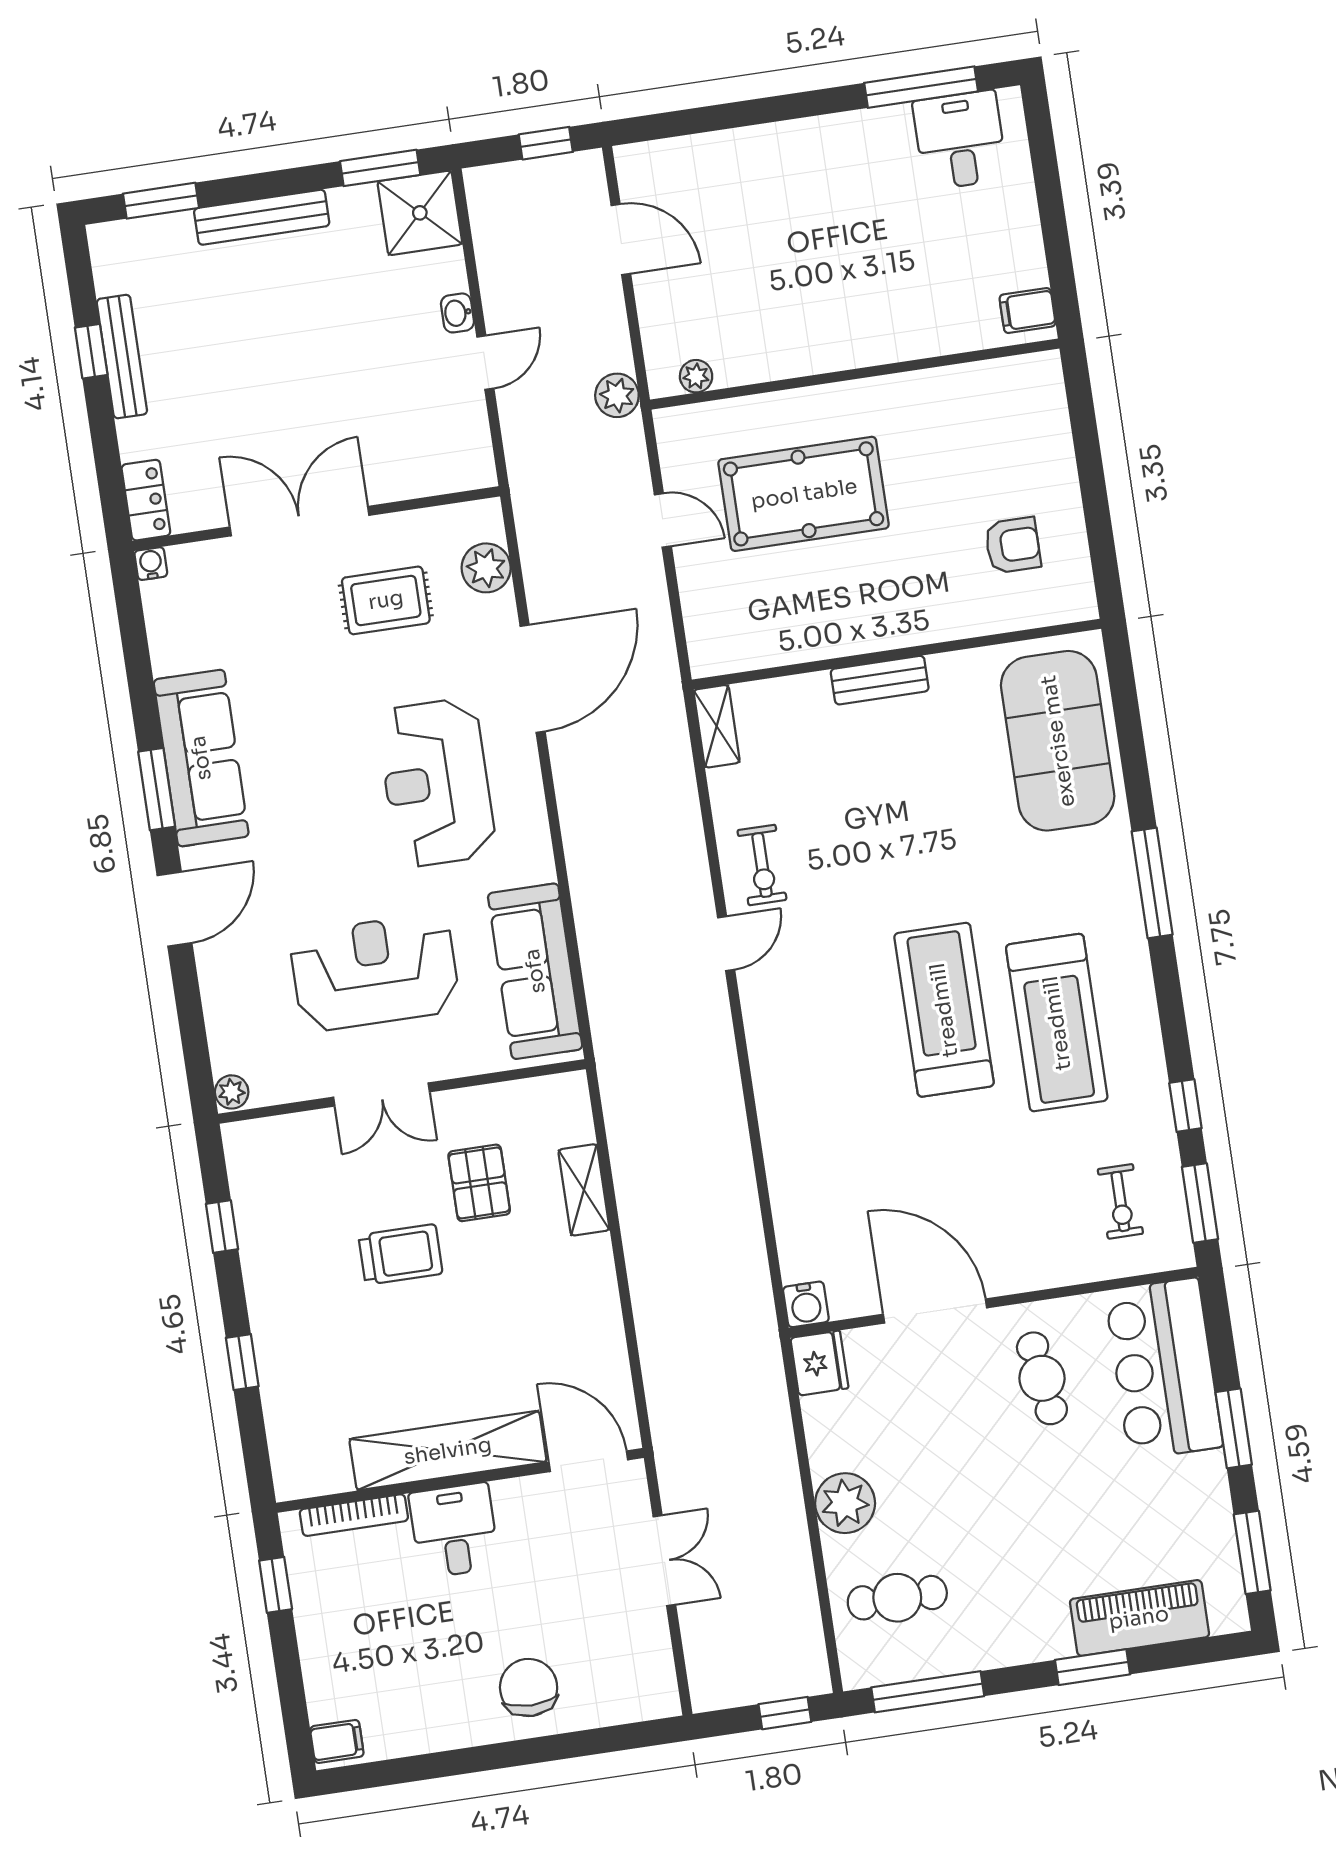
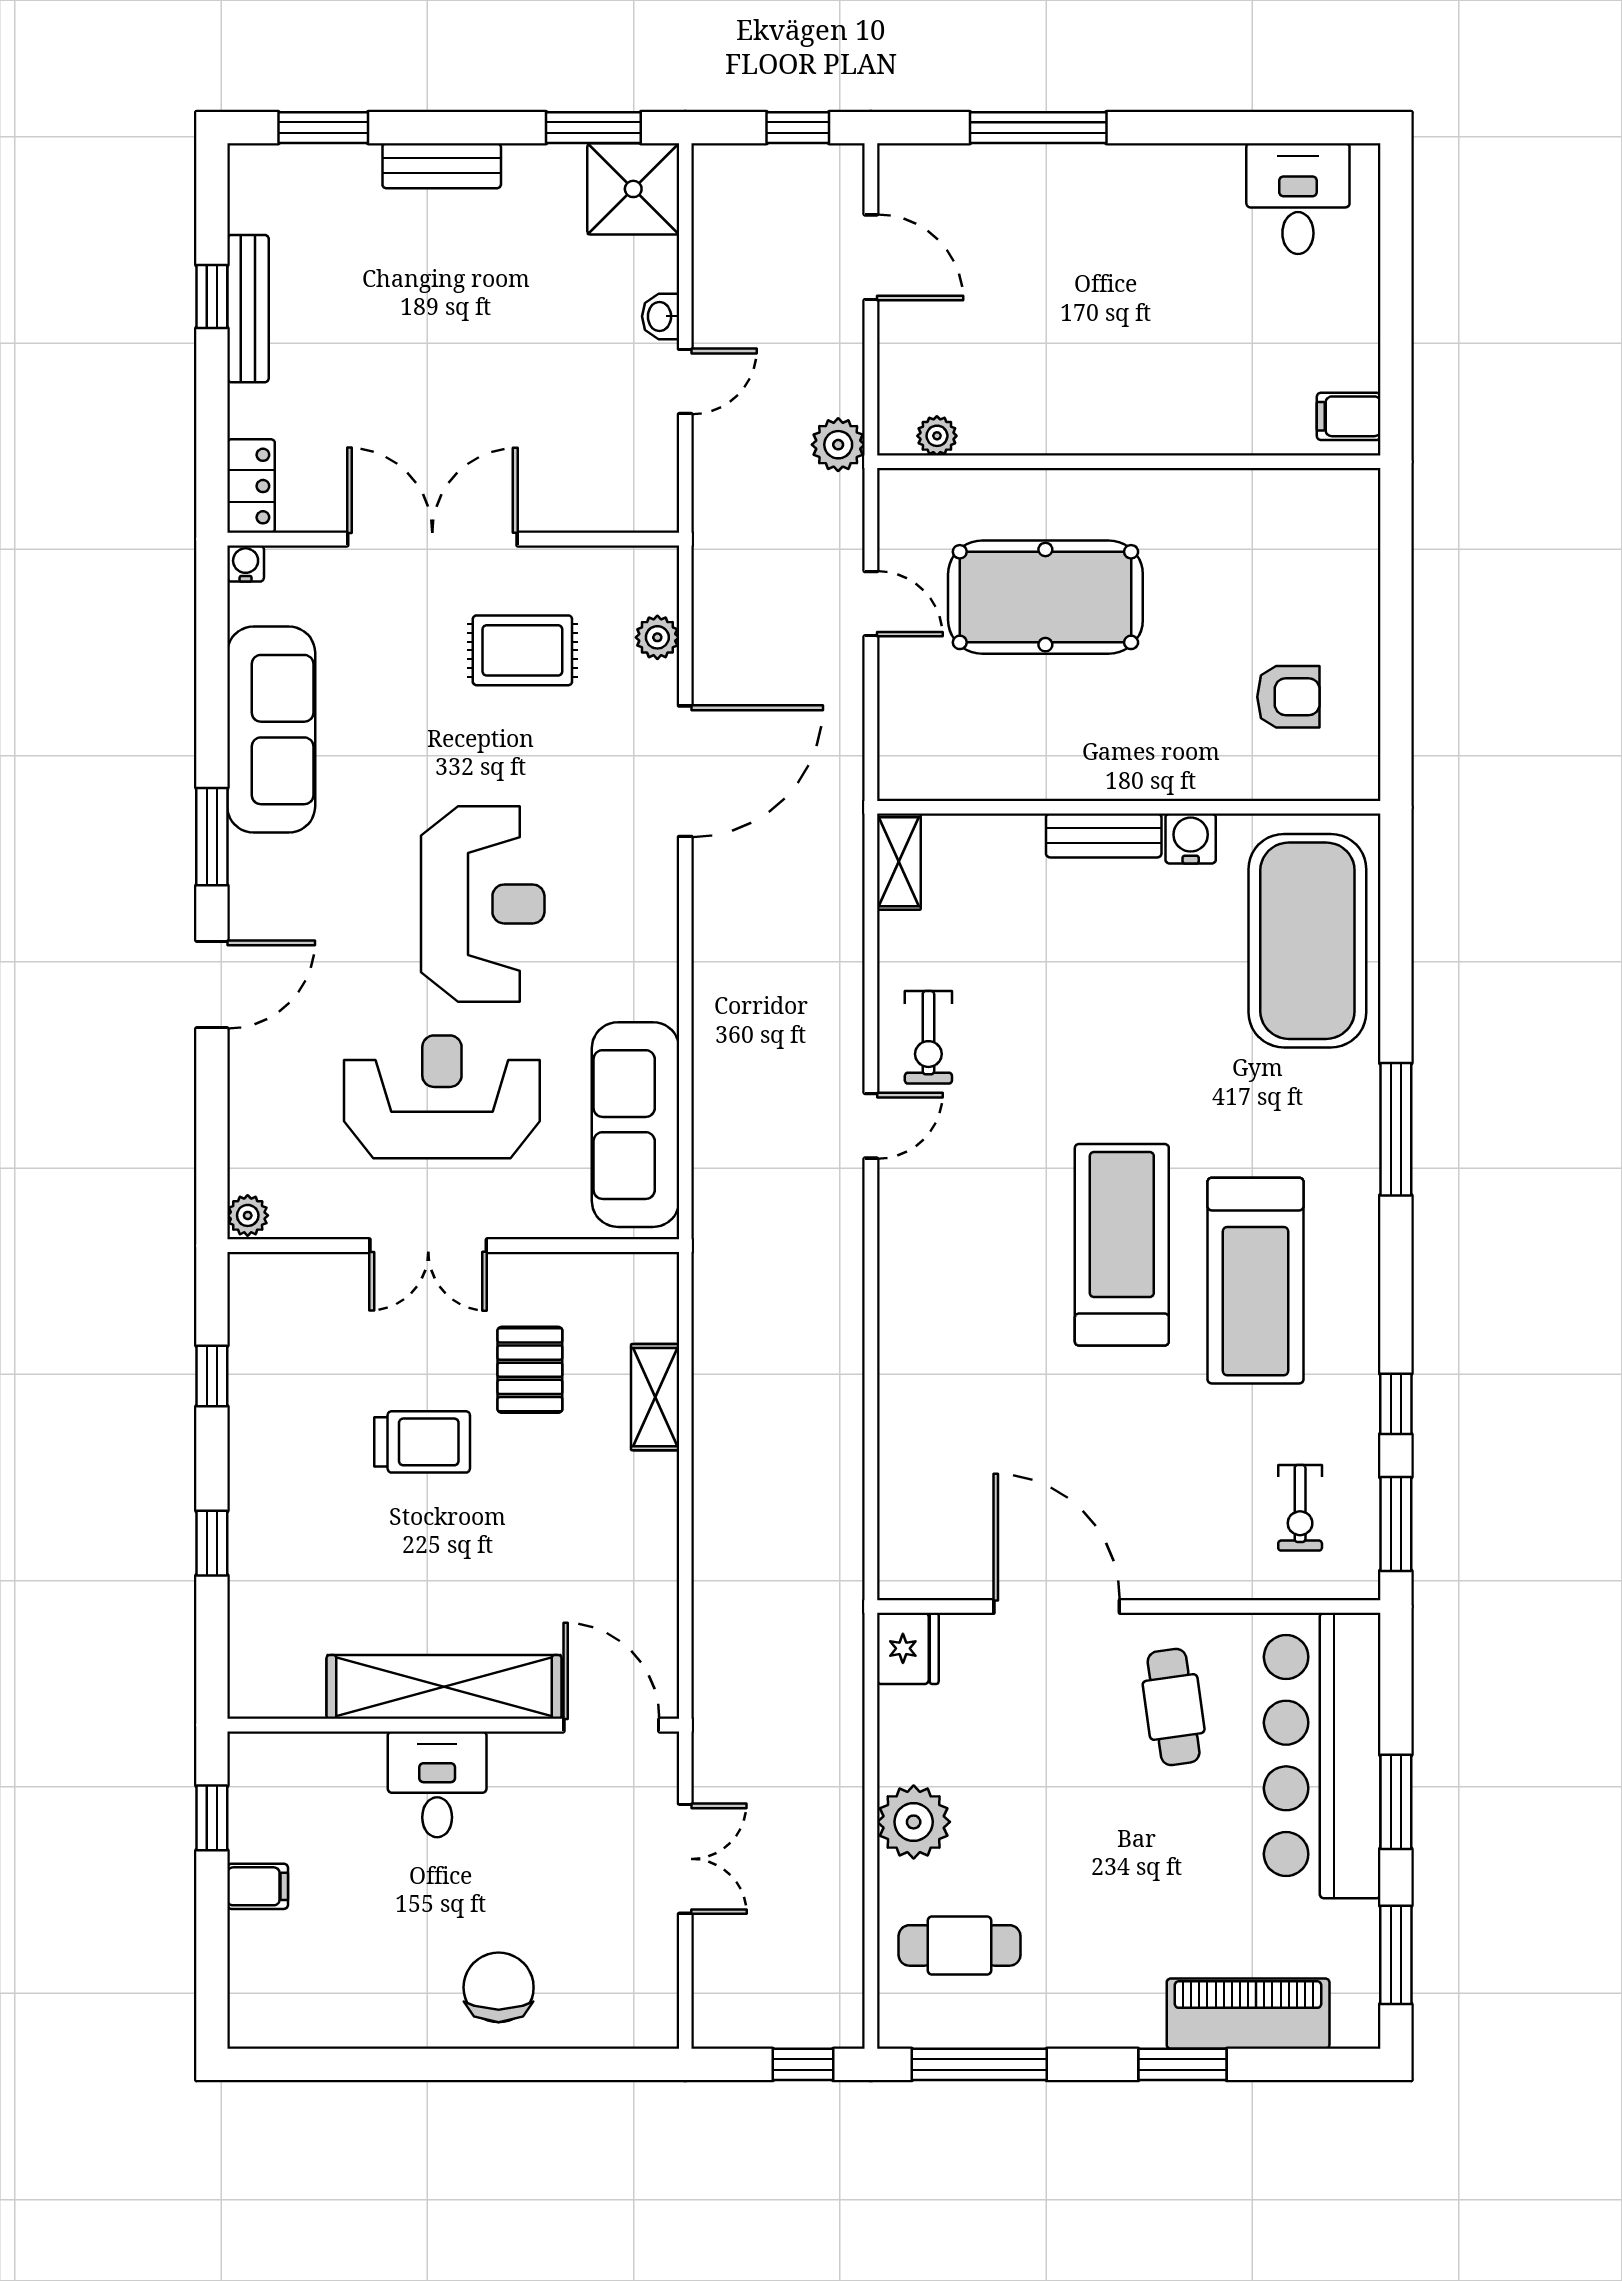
window: (921, 87) -> (1038, 128), moved
bench: (262, 217) -> (442, 166), width x0.73
plant: (486, 568) -> (657, 637), width x0.73, depth x0.73
sofa: (201, 758) -> (271, 730), moved
reception desk: (436, 783) -> (483, 904), moved, turned 180
water cooler: (806, 1304) -> (1191, 839), moved, turned 180
bar counter: (1164, 1369) -> (1322, 1756), width x1.36
bookcase: (354, 1515) -> (319, 1748), removed
filing cabinet: (337, 1741) -> (258, 1886), moved

